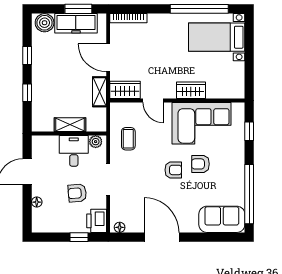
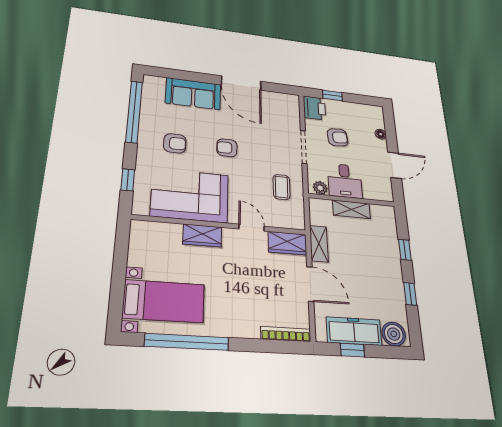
window: (78, 9) -> (352, 350), width x0.67
armchair: (200, 164) -> (175, 143), moved
sofa: (222, 219) -> (193, 94), moved
floor lamp: (120, 227) -> (289, 99), removed

